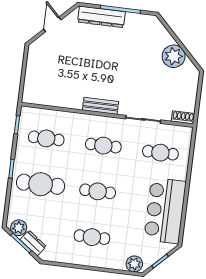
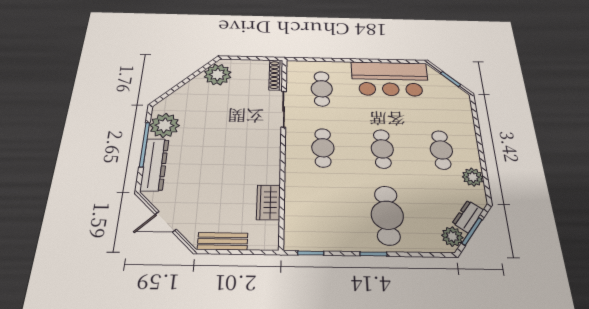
plant: (137, 25) -> (164, 125), added
plant: (174, 56) -> (218, 75), moved
wardrobe: (60, 99) -> (268, 202), added
bench: (100, 106) -> (223, 241), moved, turned 90
shoe rack: (183, 117) -> (276, 75), width x1.43
cafe table: (46, 138) -> (324, 214), removed
plant: (134, 264) -> (473, 177), moved

